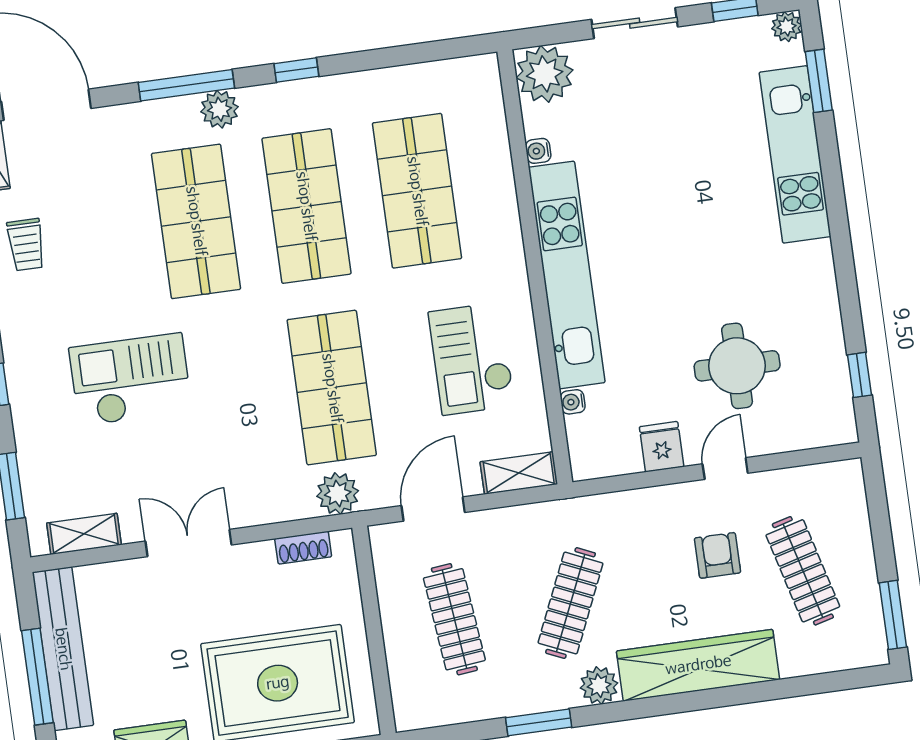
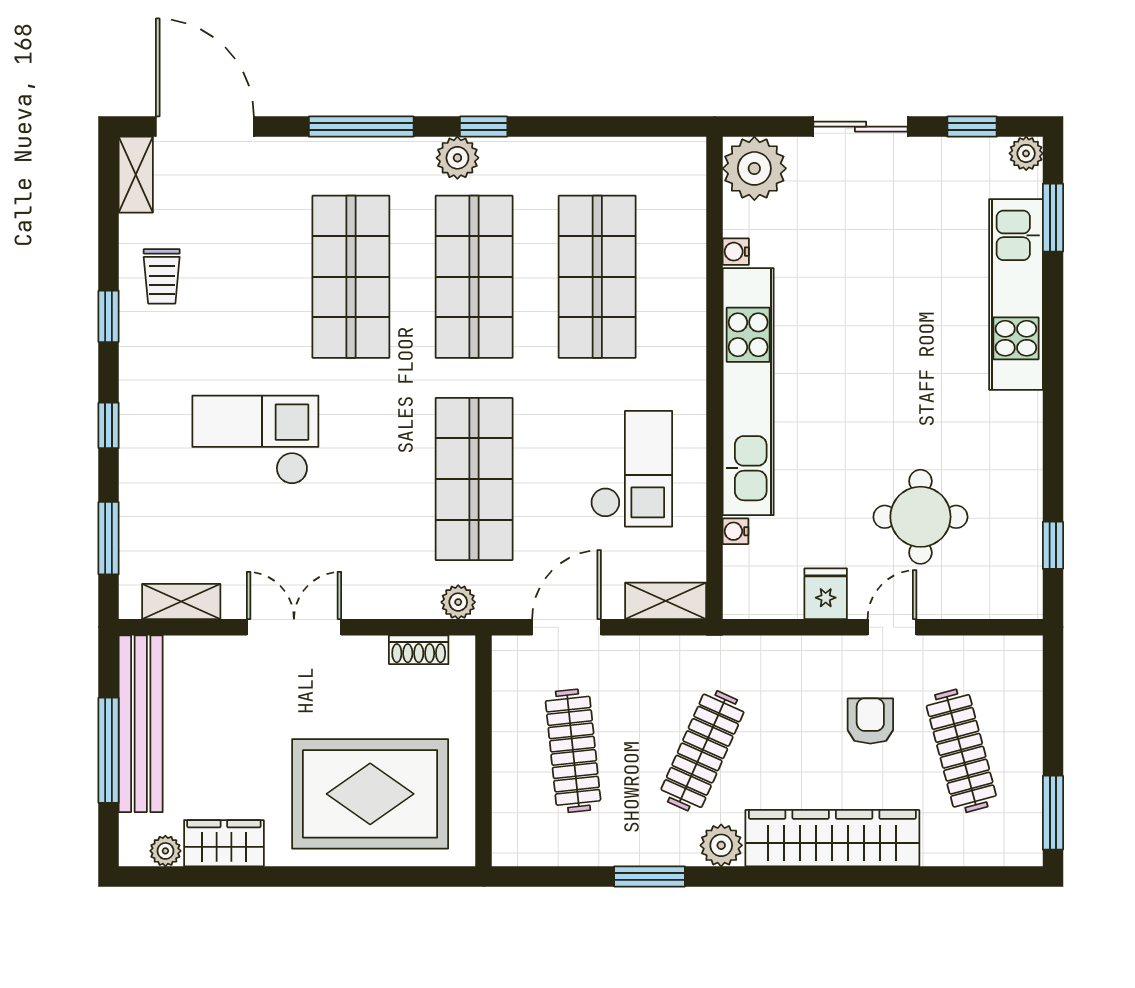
plant: (219, 109) -> (457, 158), moved
checkout: (472, 359) -> (631, 469), turned 180
plant: (338, 493) -> (458, 602), width x0.73, depth x0.73

